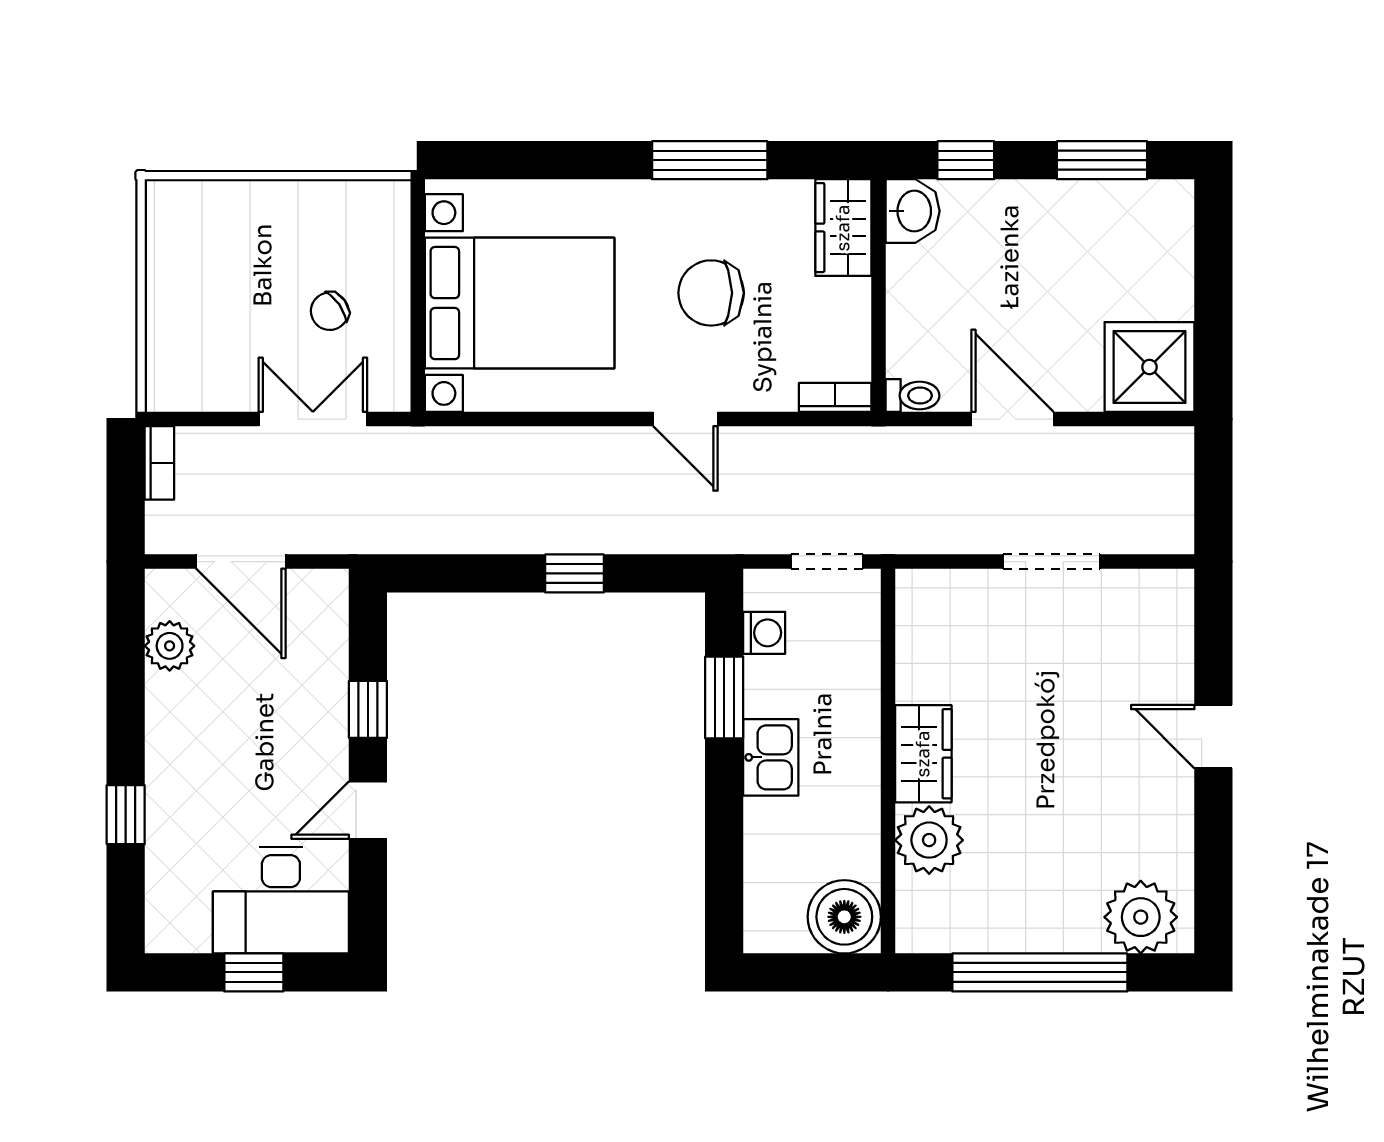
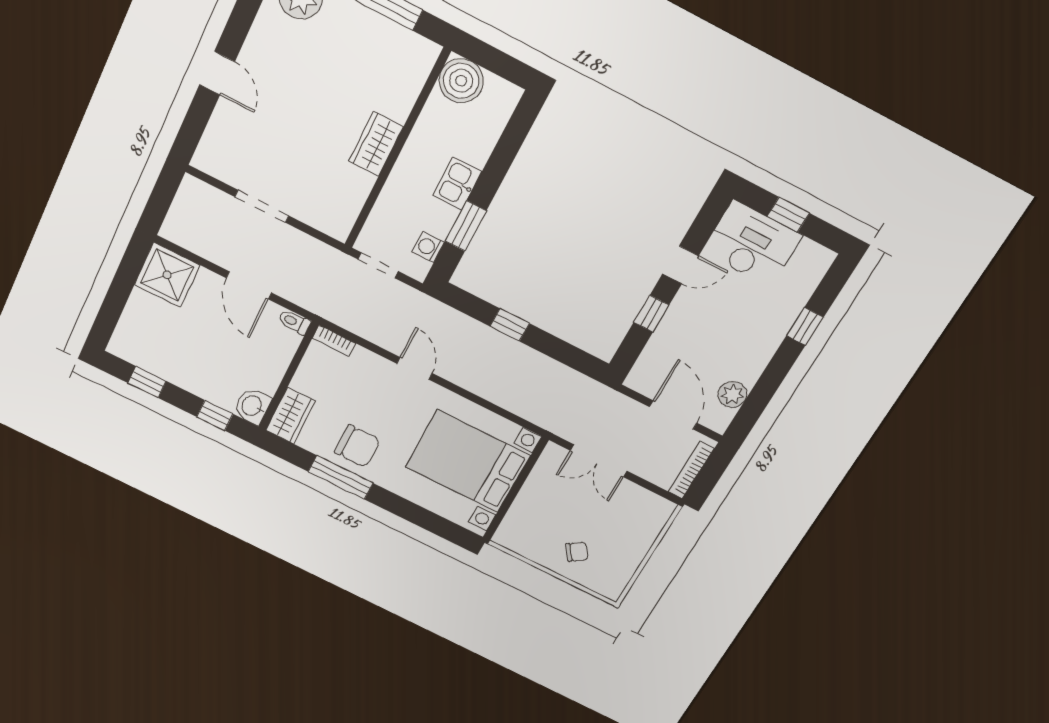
window: (1102, 160) -> (147, 382), width x0.67
chair: (711, 293) -> (357, 446), moved
chair: (330, 311) -> (577, 552), moved
bookcase: (159, 463) -> (691, 470), width x1.56
plant: (929, 840) -> (395, 98), removed

